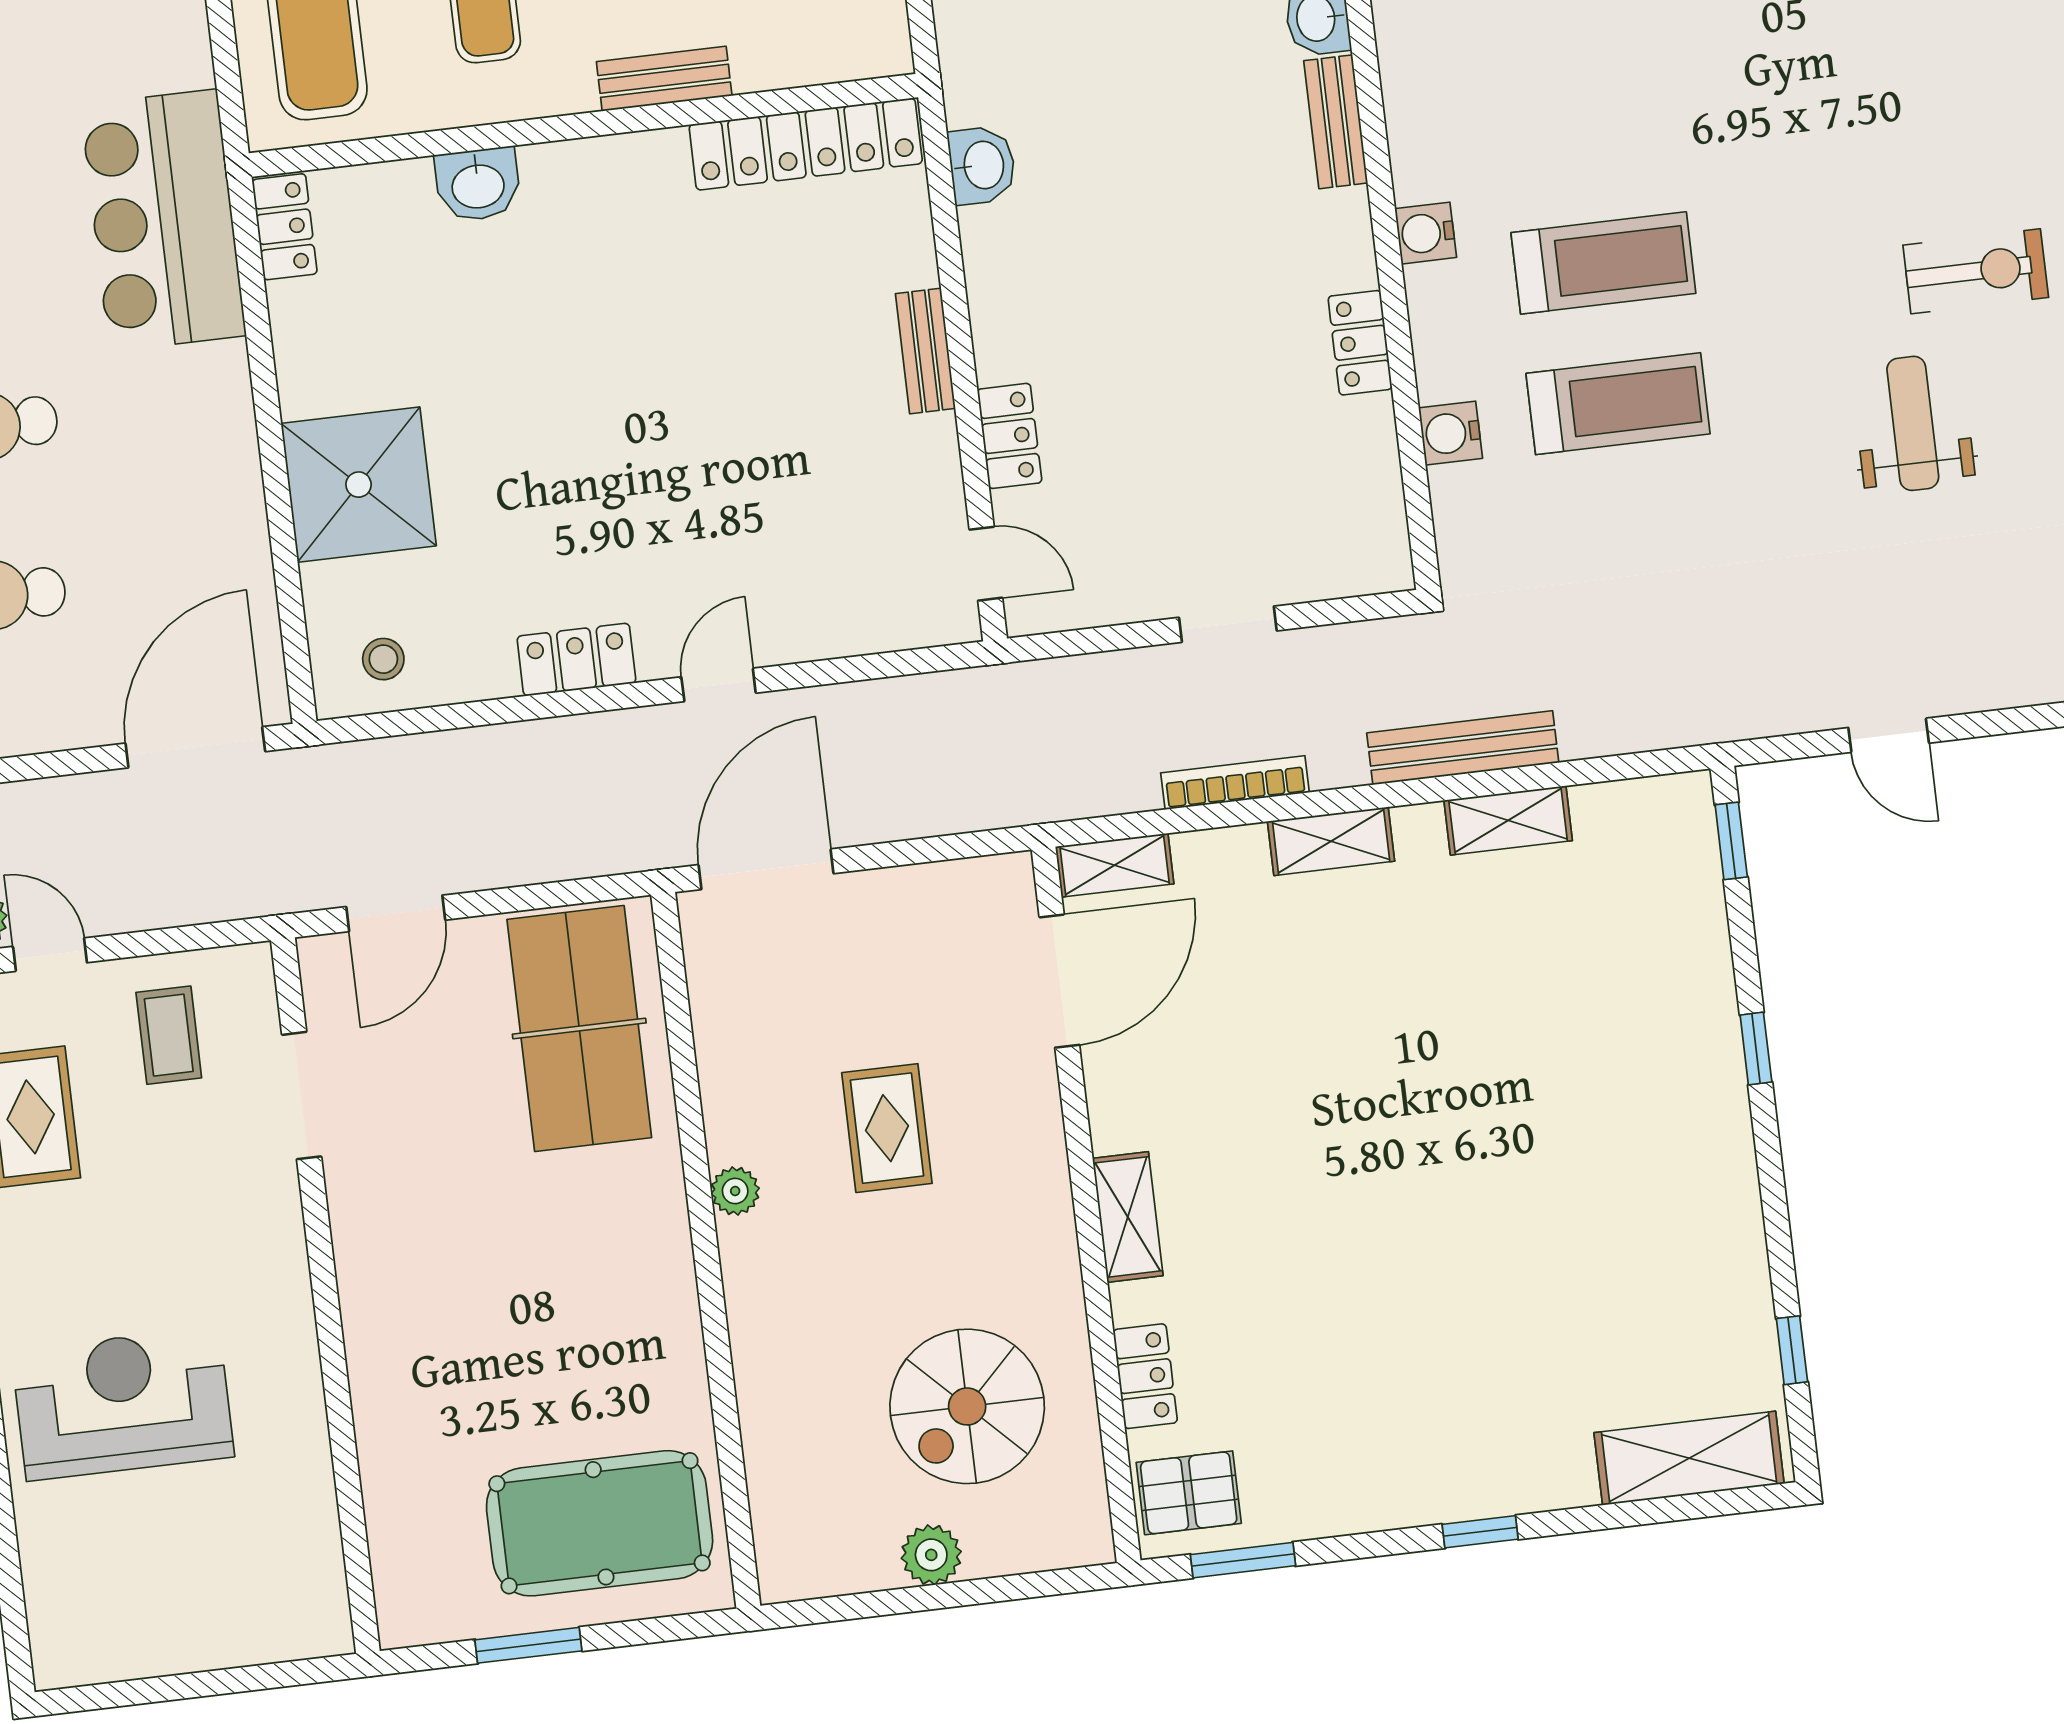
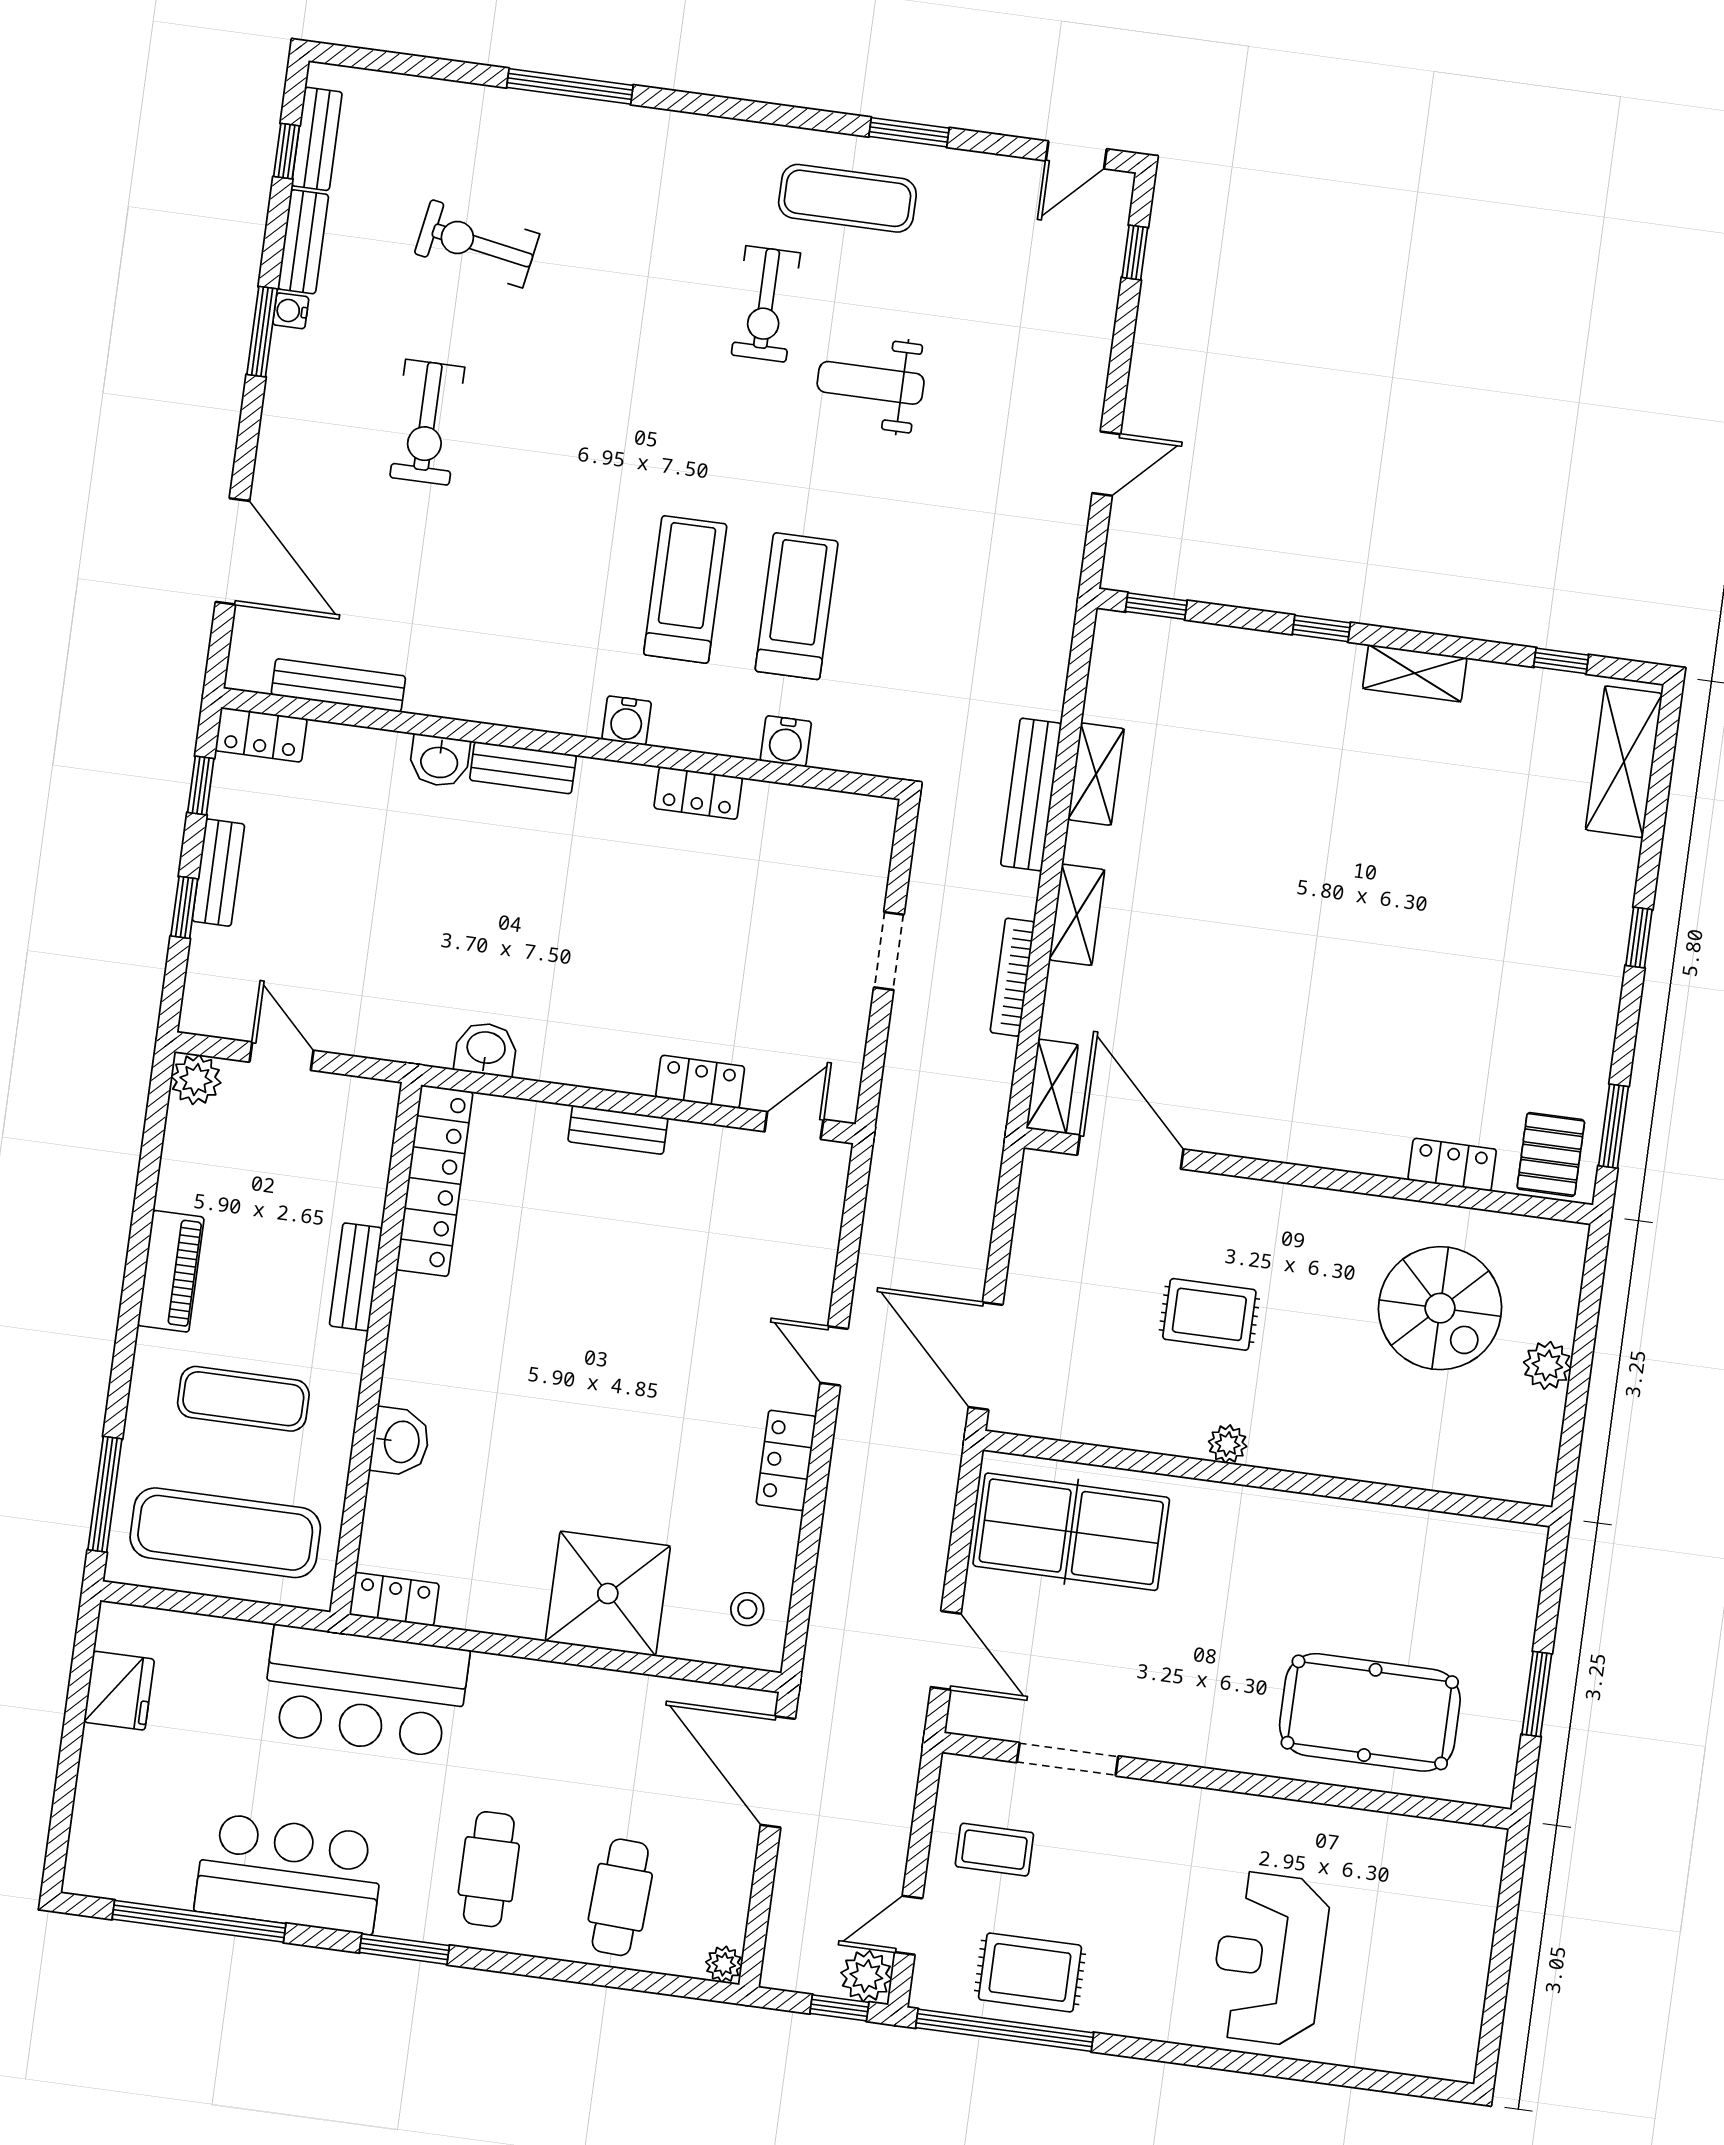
exercise bike: (1976, 271) -> (766, 304), turned 180
shelving: (1128, 1217) -> (1415, 673), moved
pool table: (600, 1523) -> (1370, 1712), moved, turned 90

